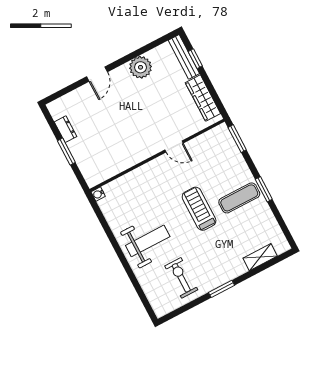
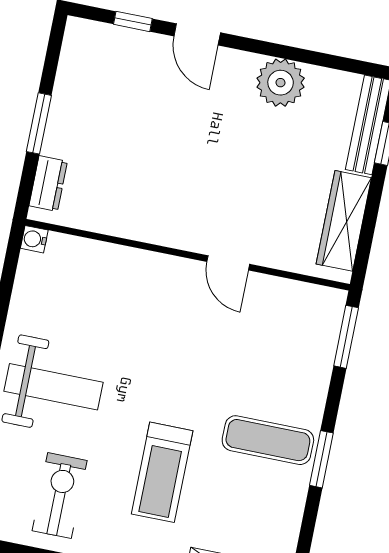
door: (97, 74) -> (197, 34), hinge flipped
window: (70, 88) -> (133, 21), added
dresser: (66, 129) -> (48, 184), moved
treadmill: (199, 209) -> (162, 472), moved, turned 180

